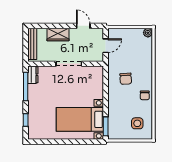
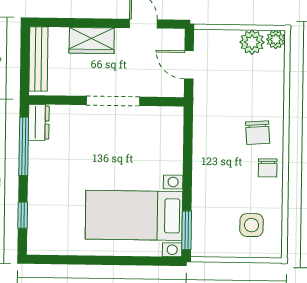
plant: (136, 34) -> (252, 42), added
door: (106, 46) -> (189, 65), swing flipped
chair: (126, 79) -> (258, 133), moved

